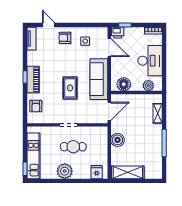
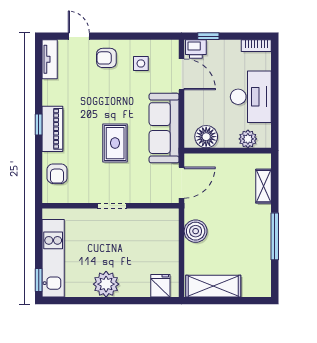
cafe table: (73, 147) -> (121, 243), removed

